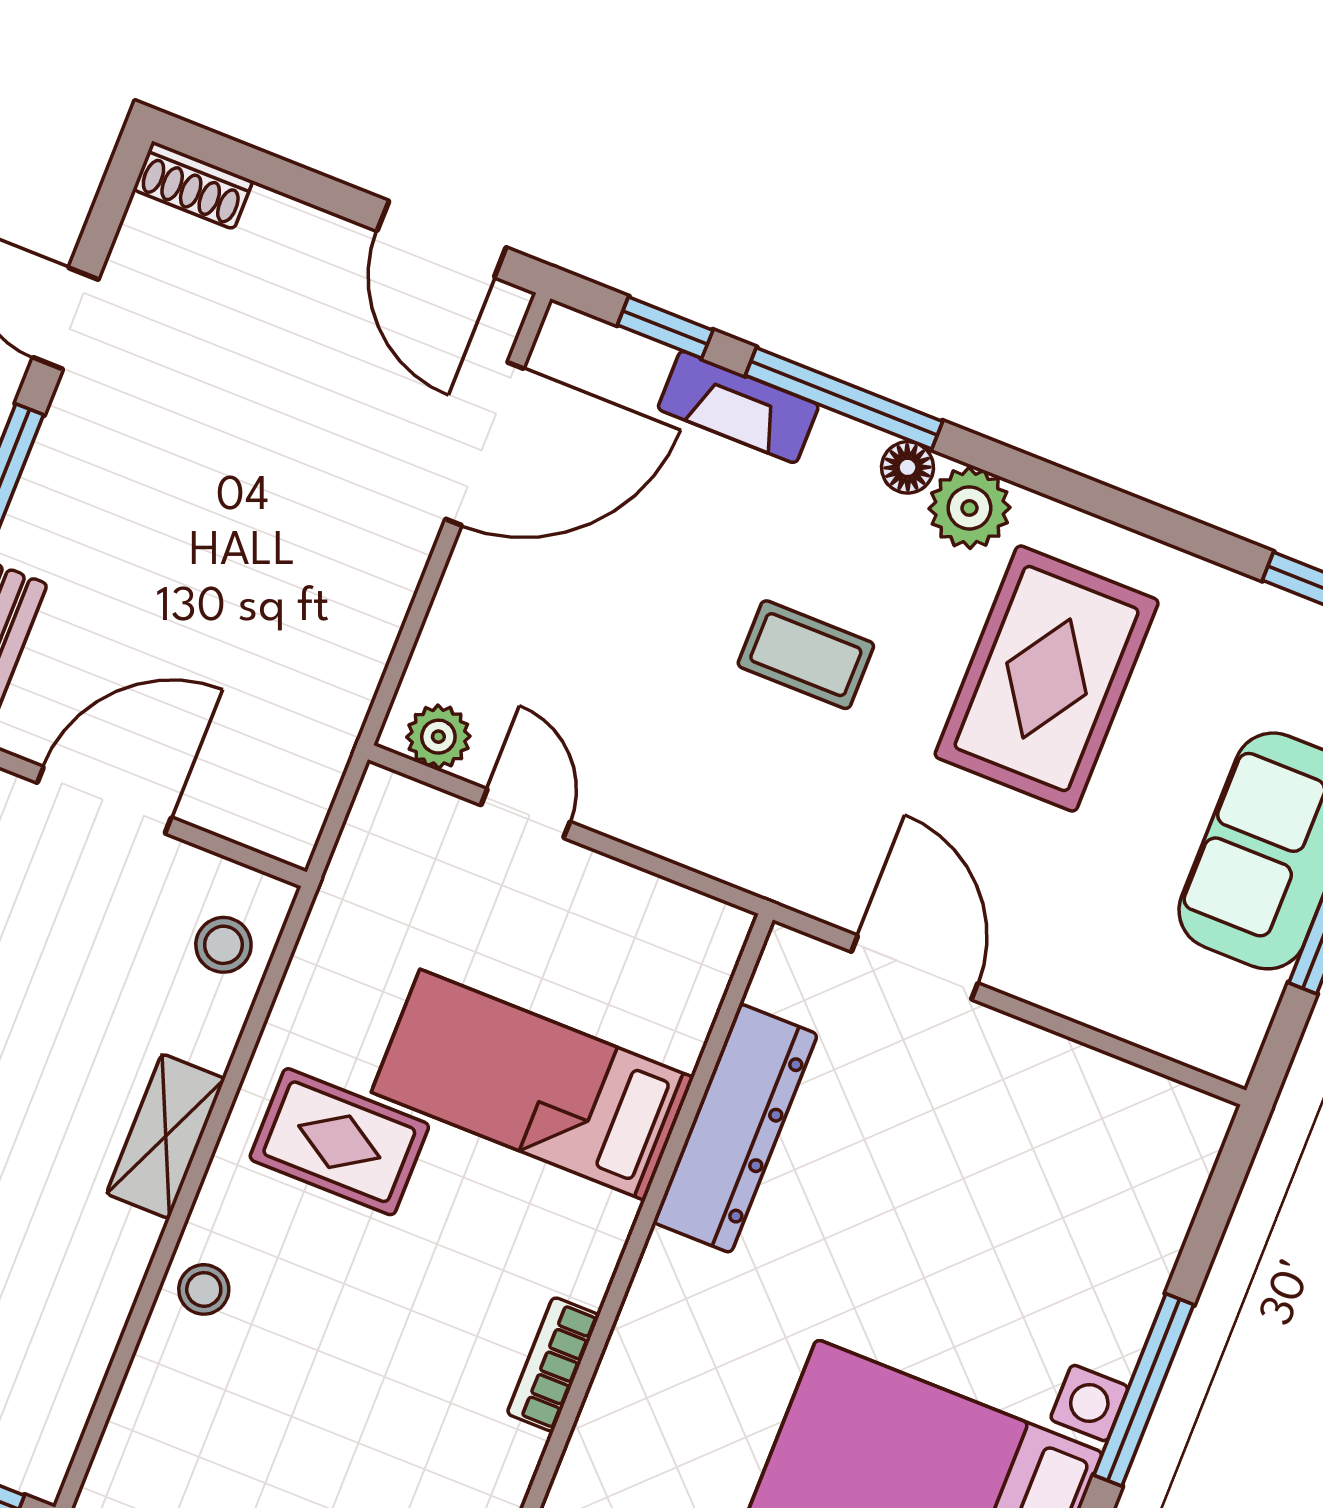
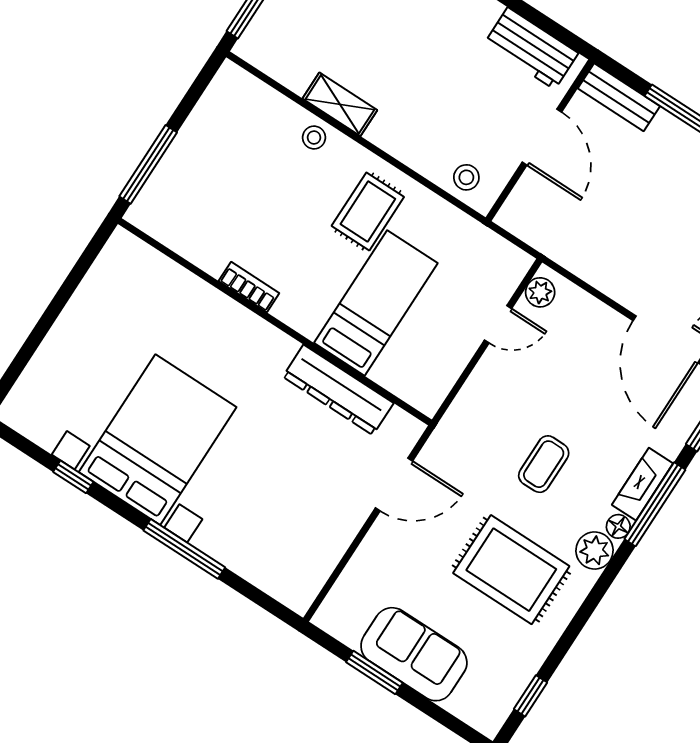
fireplace: (738, 407) -> (642, 484), moved
shelving: (166, 1136) -> (340, 104), moved

